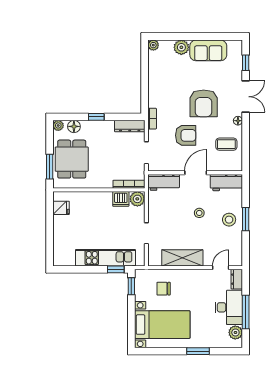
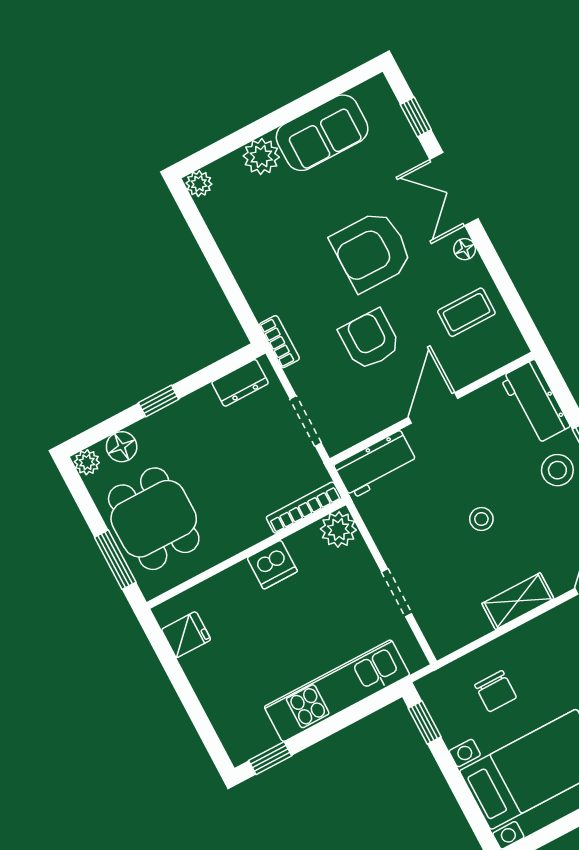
double door: (246, 97) -> (454, 189), swing flipped
armchair: (204, 103) -> (372, 251), turned 90
dresser: (130, 126) -> (240, 383), width x0.70
armchair: (186, 135) -> (370, 340), turned -90
workbench: (226, 183) -> (535, 402), moved, turned 90
dishwasher: (121, 199) -> (272, 565), moved
stool: (199, 213) -> (481, 519), moved
shelving: (182, 258) -> (518, 601), width x0.67, depth x0.75
window: (116, 269) -> (270, 758), moved
chair: (164, 289) -> (496, 691), turned -90

